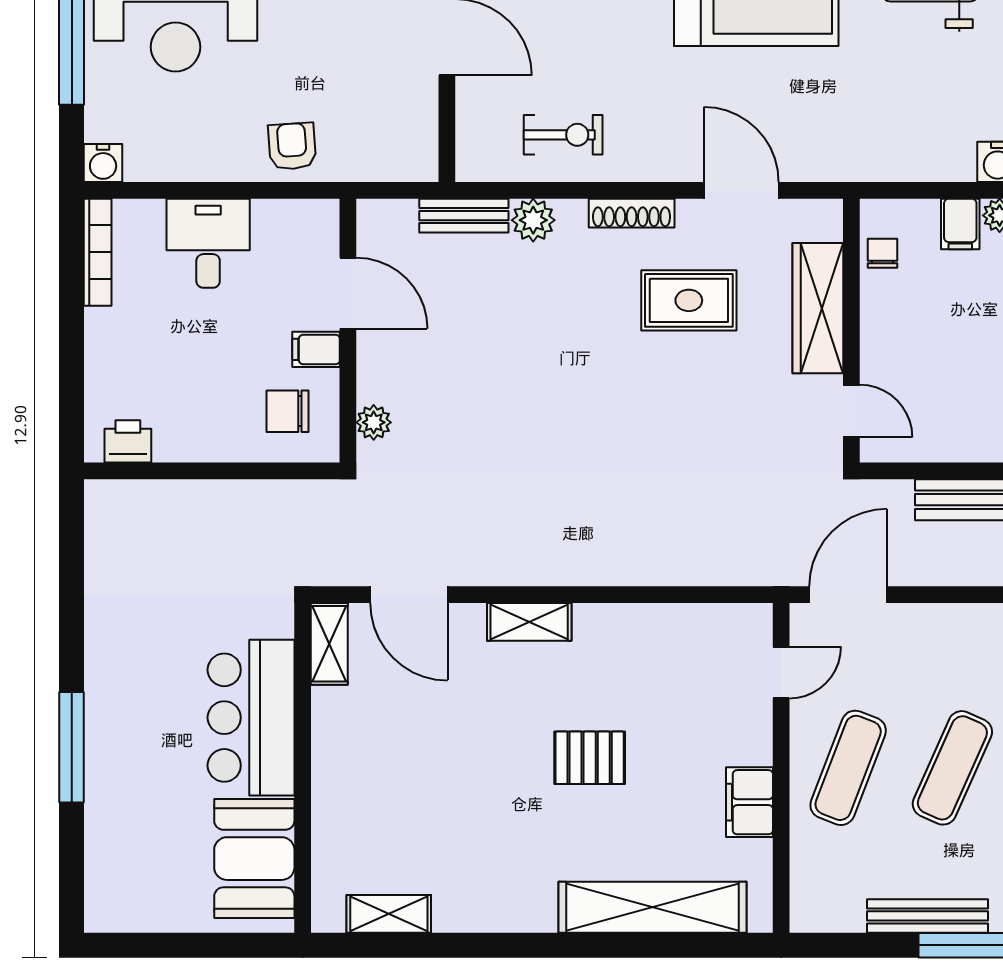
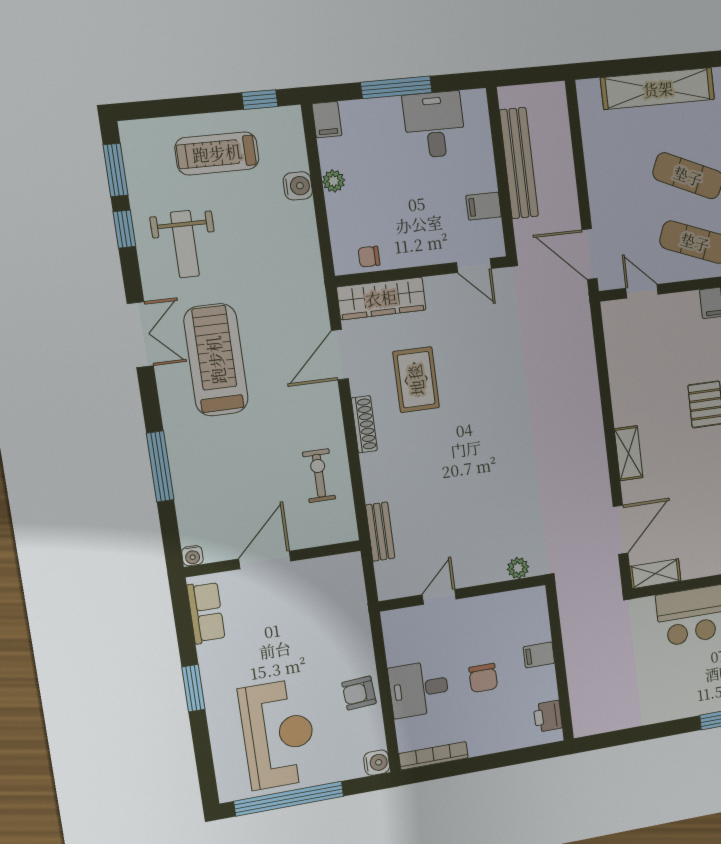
armchair: (292, 146) -> (359, 693), moved
plant: (533, 220) -> (377, 487), removed
filing cabinet: (960, 224) -> (484, 206), moved, turned 180
door: (348, 293) -> (439, 597), width x0.73
wardrobe: (818, 308) -> (381, 298), moved
filing cabinet: (316, 349) -> (539, 655), moved, turned 90
chair: (287, 411) -> (483, 678), moved
door: (851, 411) -> (474, 265), swing flipped

